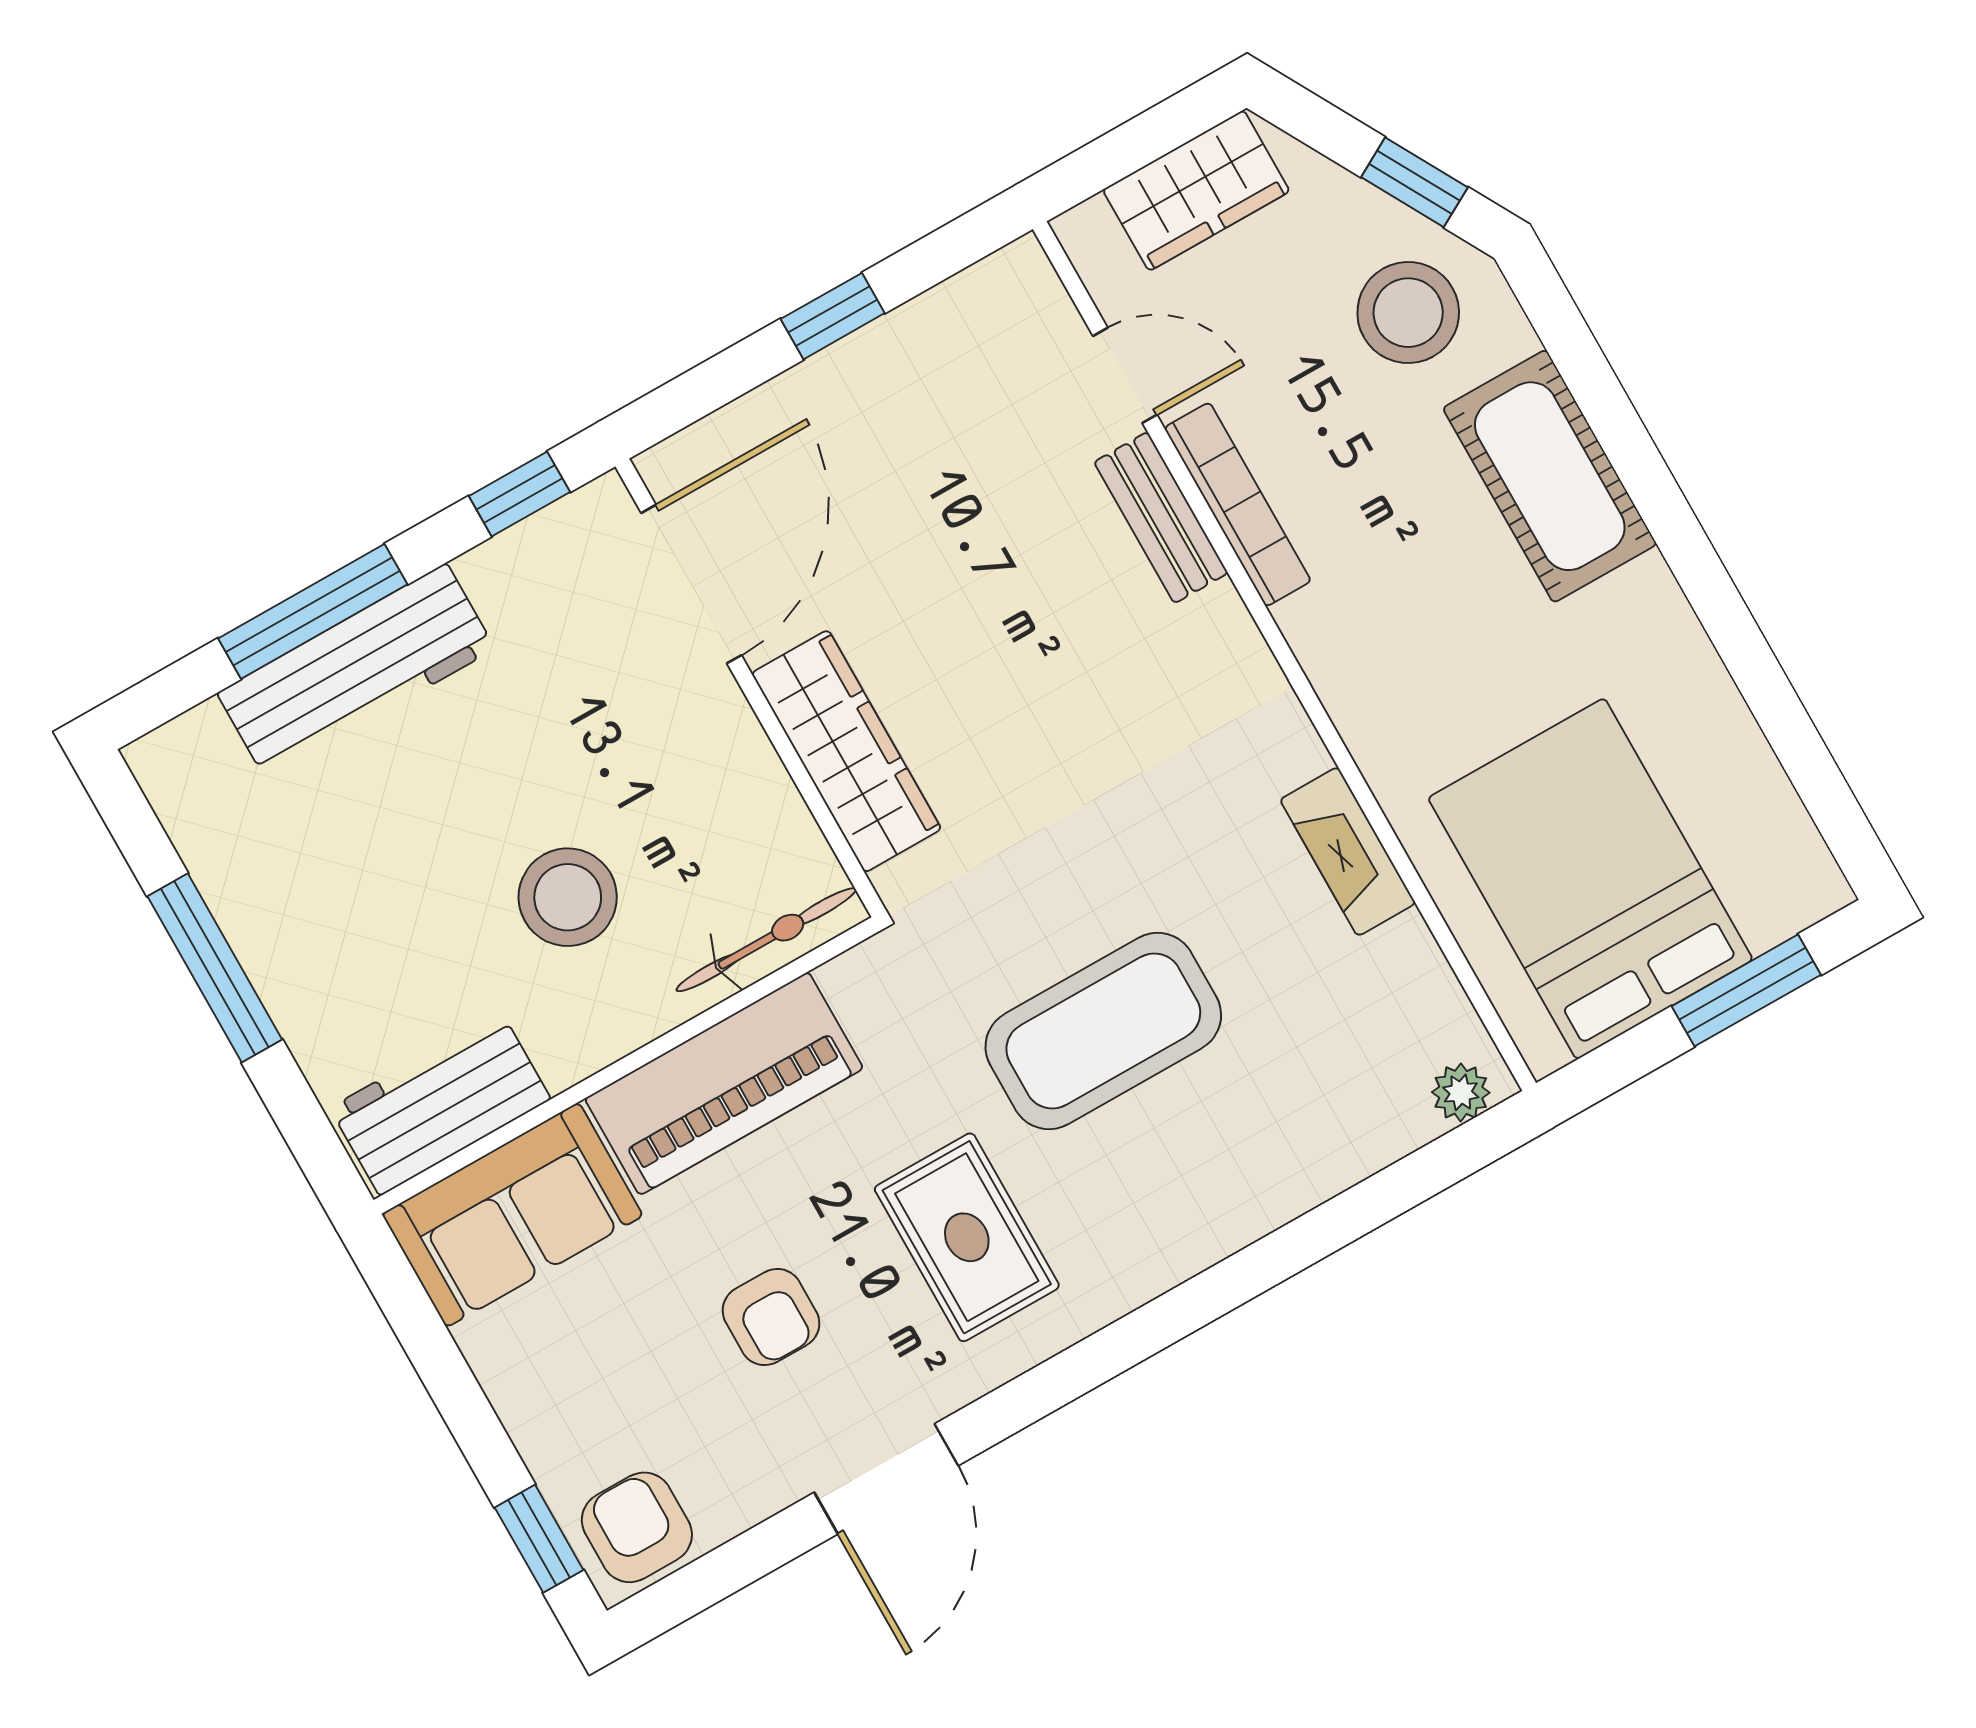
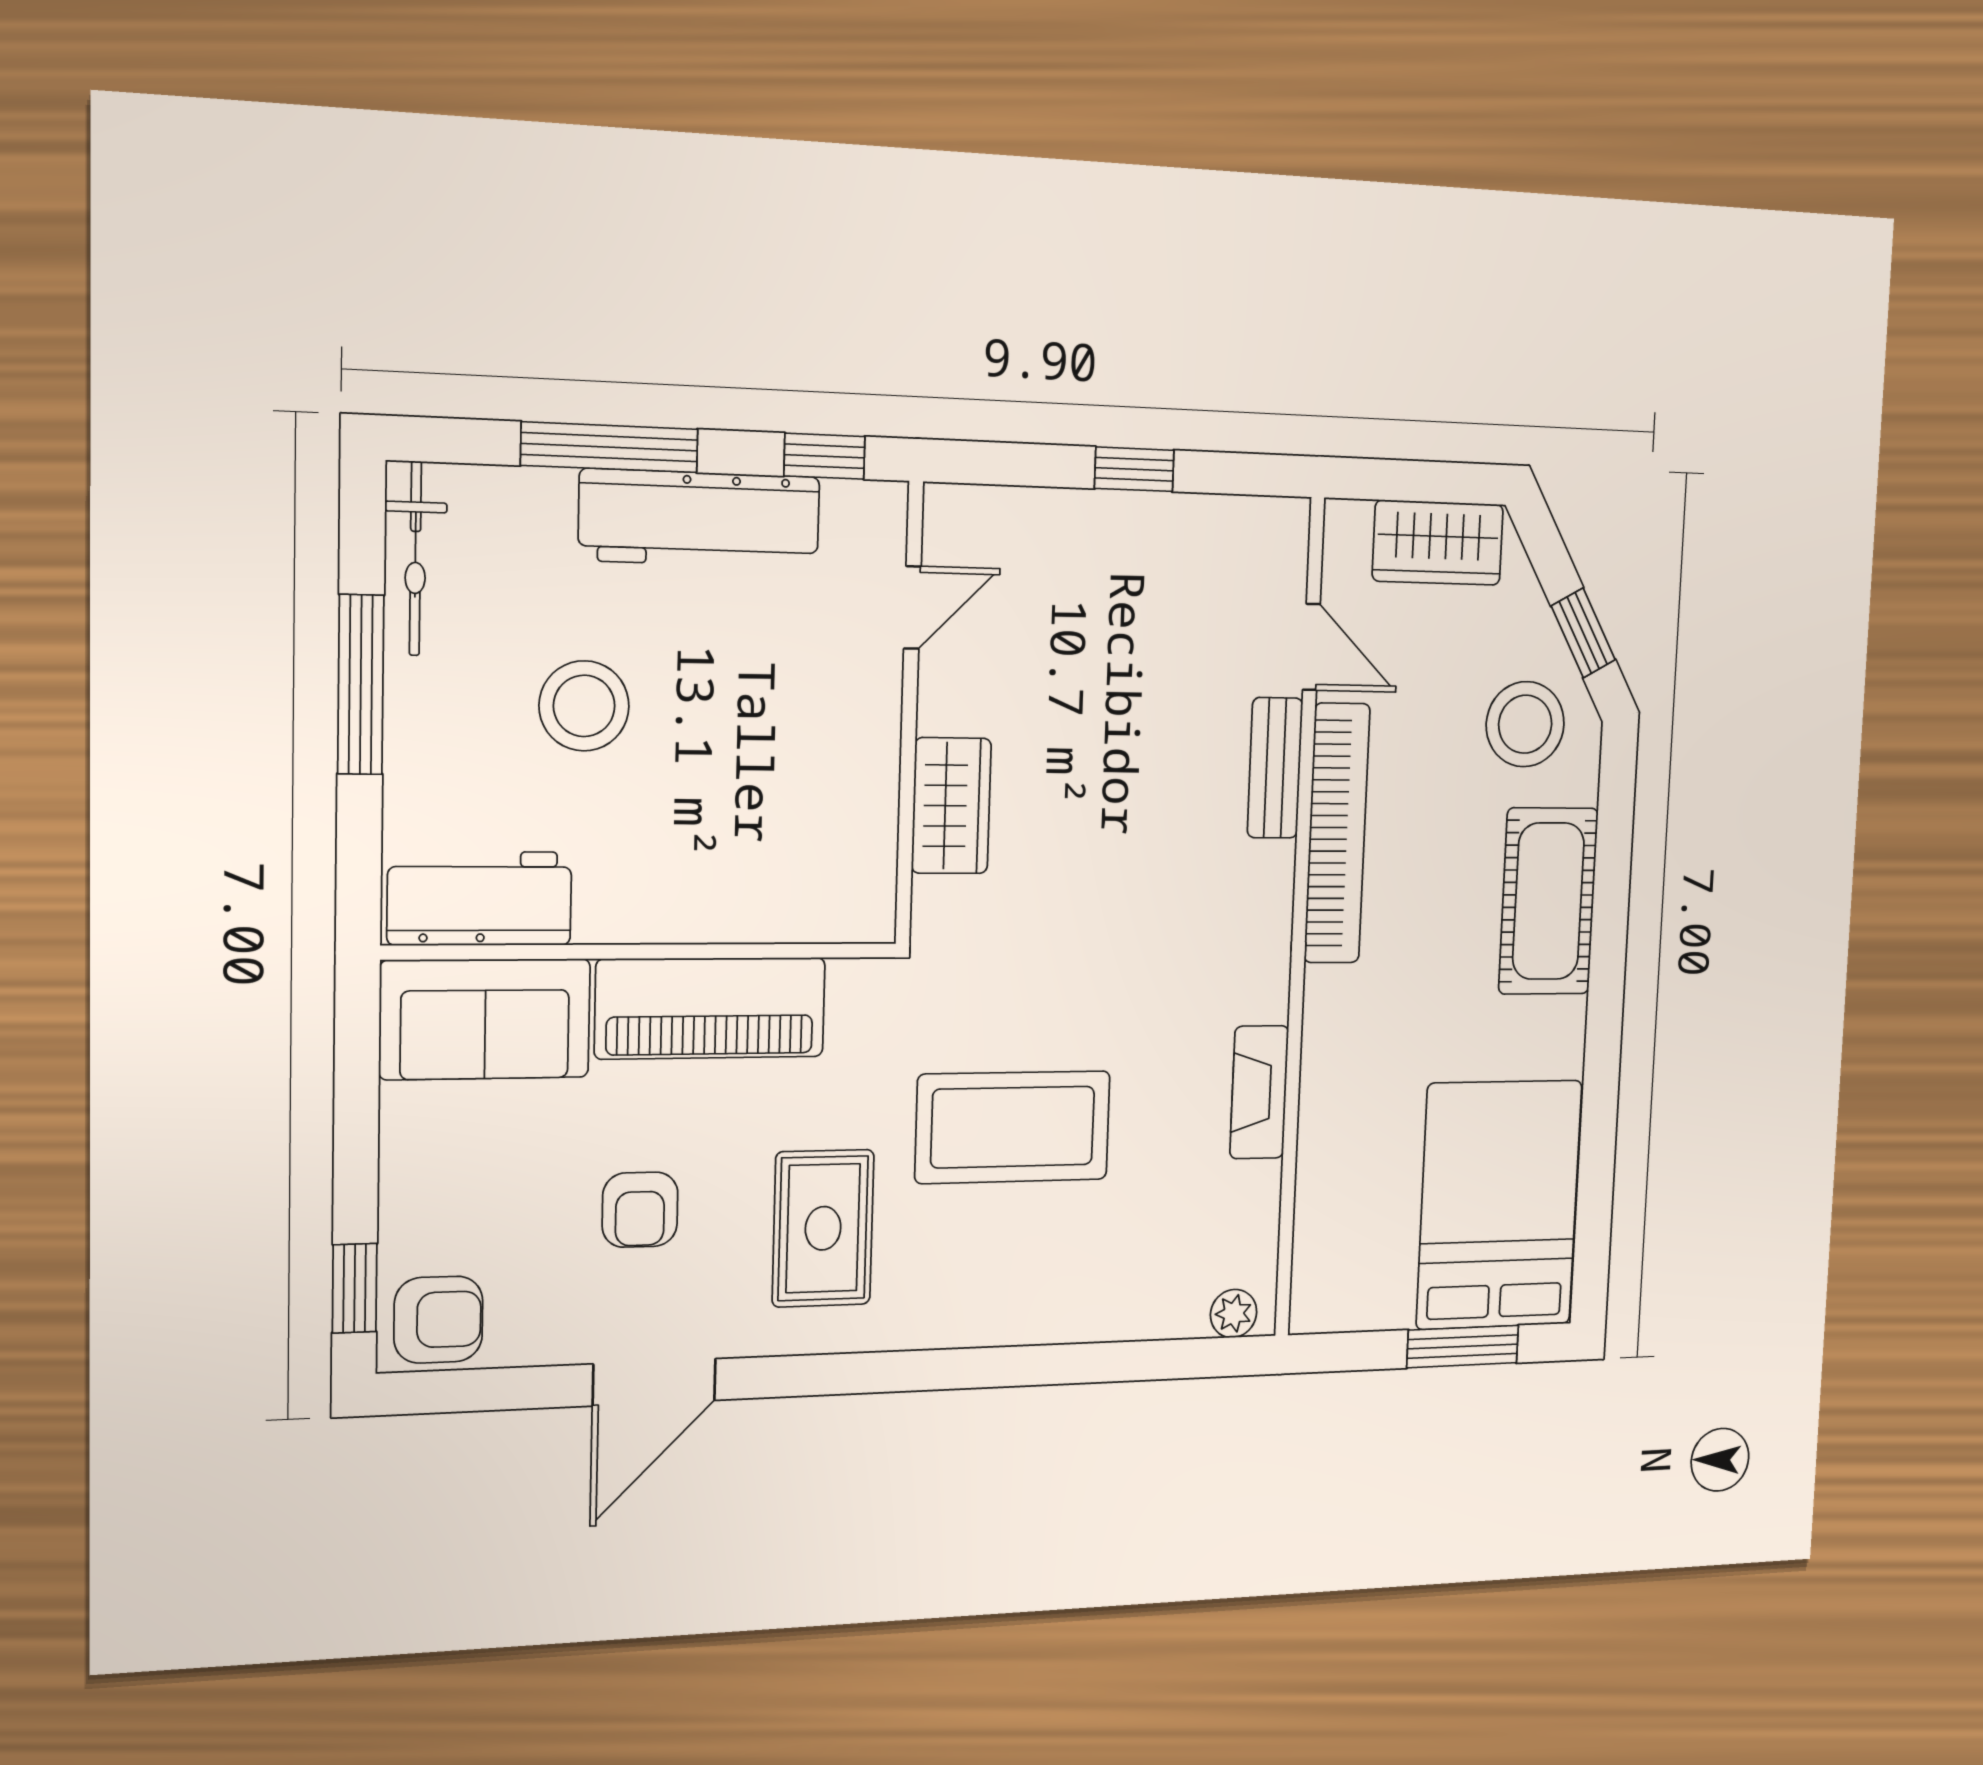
bookcase: (1238, 504) -> (1337, 833), width x1.48, depth x1.31
door: (691, 584) -> (912, 607), width x0.53
workbench: (356, 671) -> (700, 519), moved
wardrobe: (846, 751) -> (951, 806), width x0.67
bed: (1590, 879) -> (1499, 1205), moved
stool: (568, 897) -> (584, 706), moved
bicycle: (766, 940) -> (415, 559), moved, turned 90
armchair: (637, 1527) -> (438, 1320), turned 90

